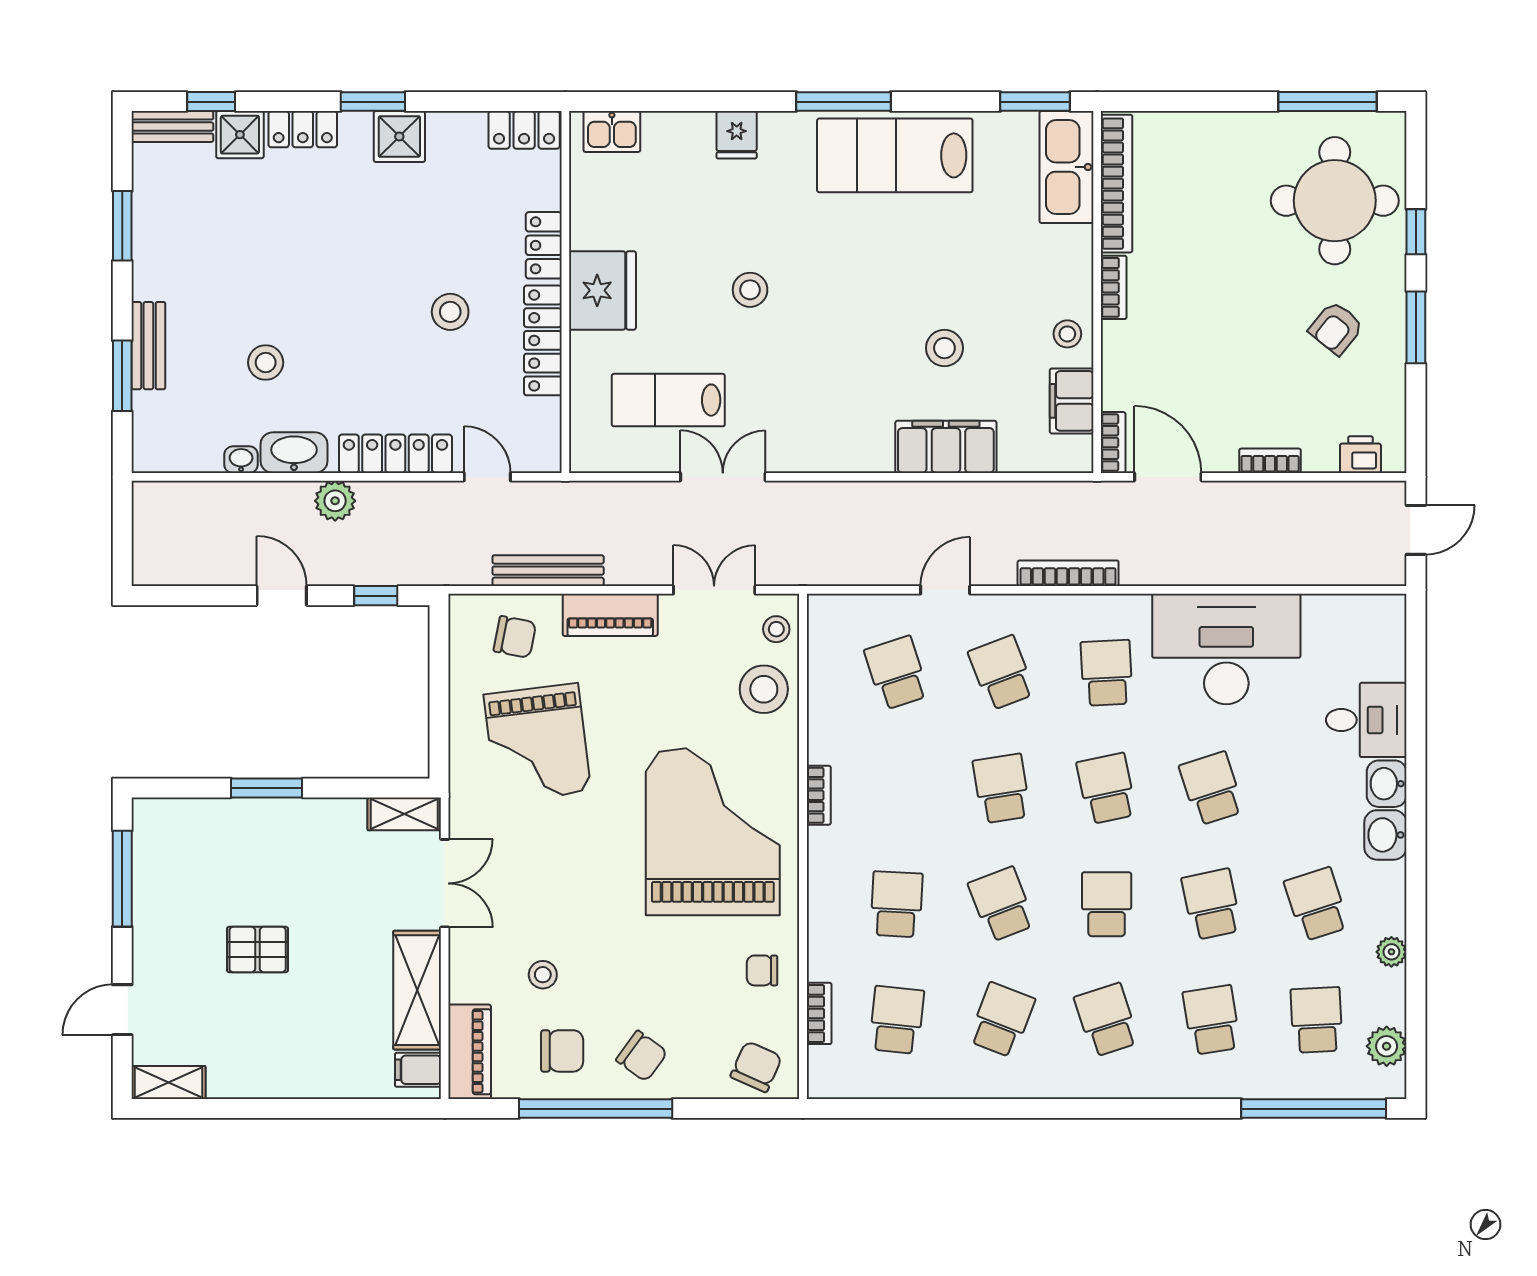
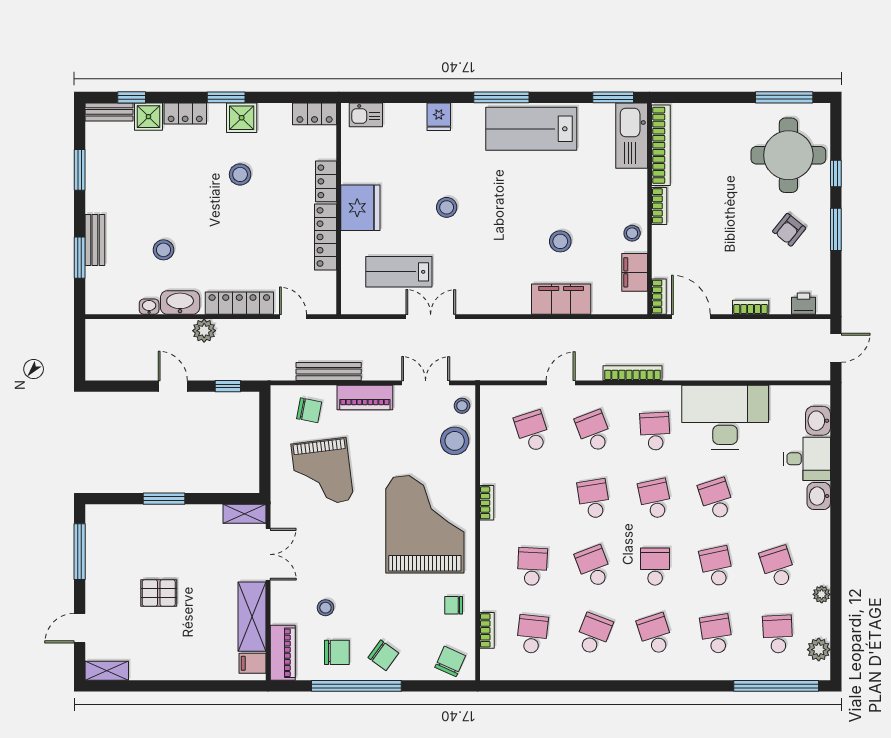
stool: (450, 312) -> (240, 174), moved
washbasin: (1385, 835) -> (818, 421), moved

